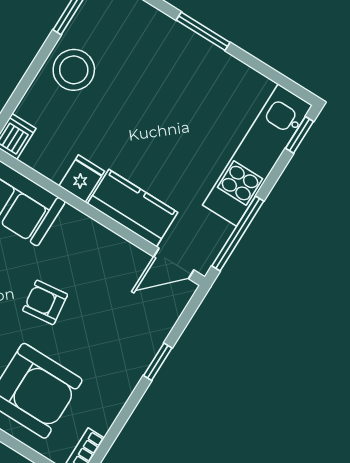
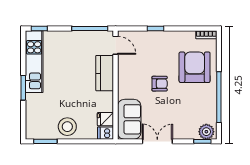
kitchen unit: (257, 155) -> (34, 62), moved, turned -90
fridge: (82, 179) -> (105, 119), moved
armchair: (45, 302) -> (160, 84), turned -83

